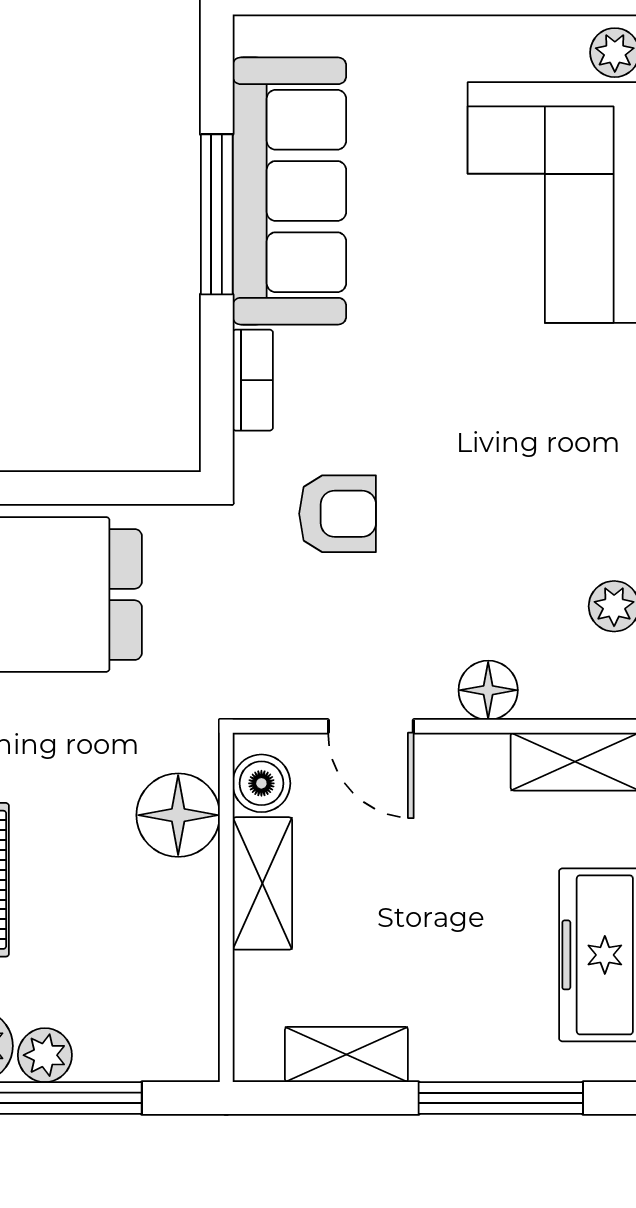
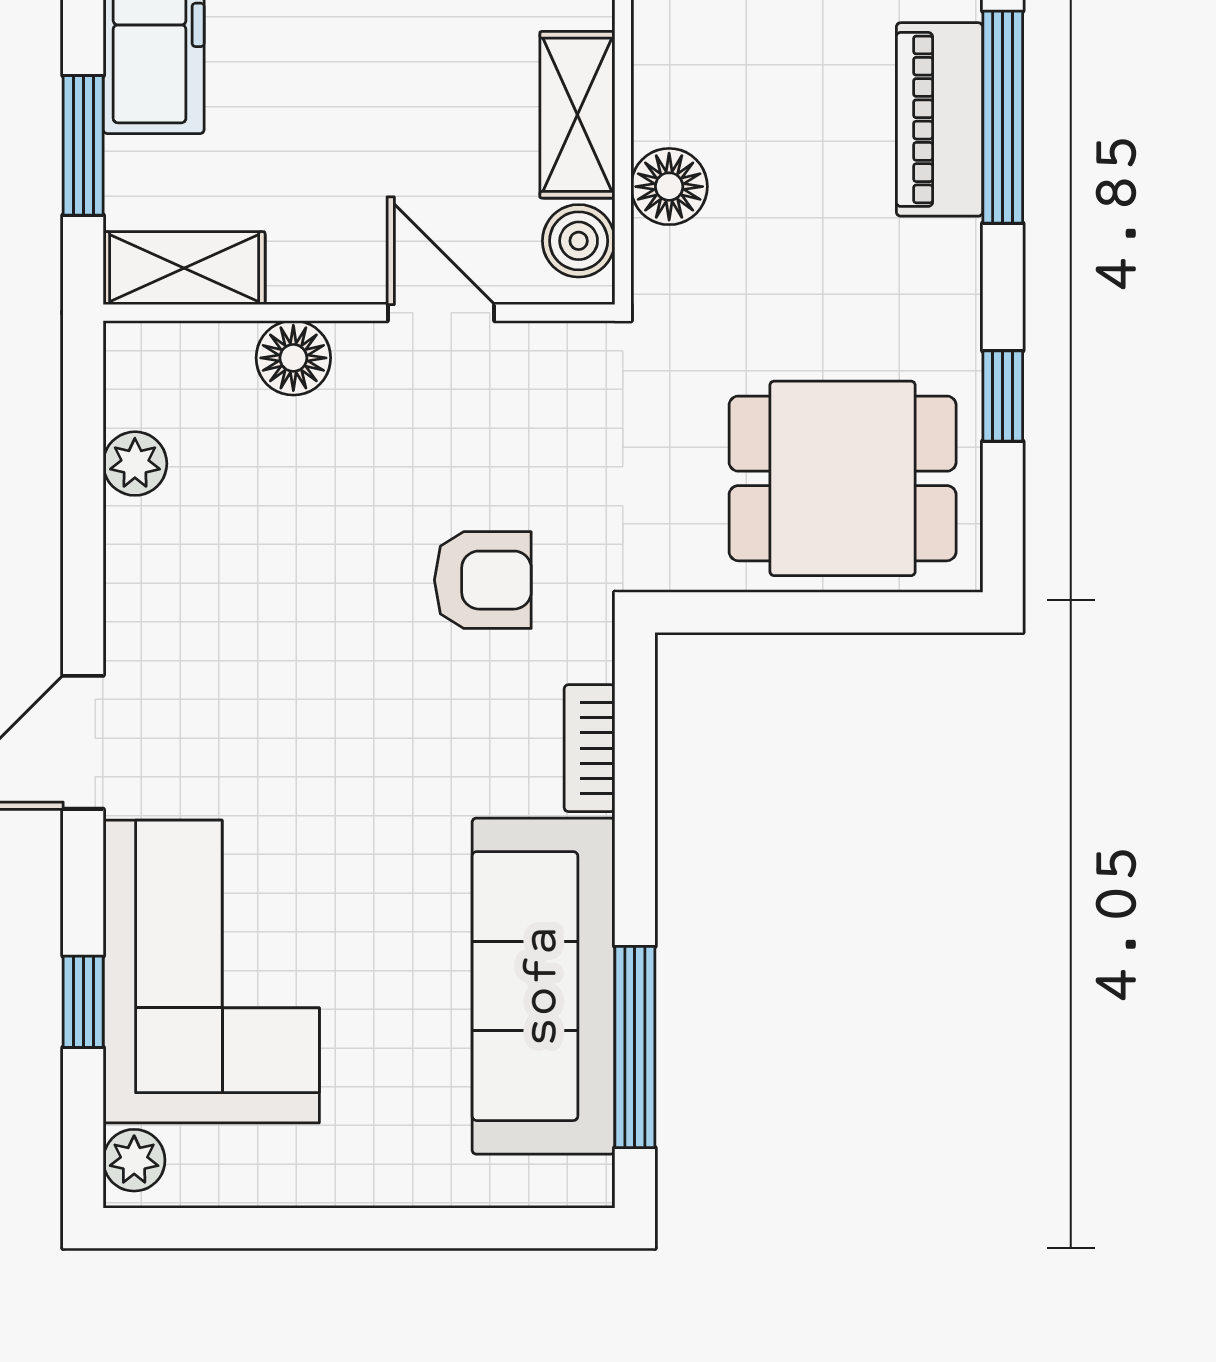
window: (217, 214) -> (635, 1047), moved
armchair: (338, 514) -> (483, 580), turned 180
floor lamp: (178, 815) -> (669, 187), width x0.73, depth x0.73

